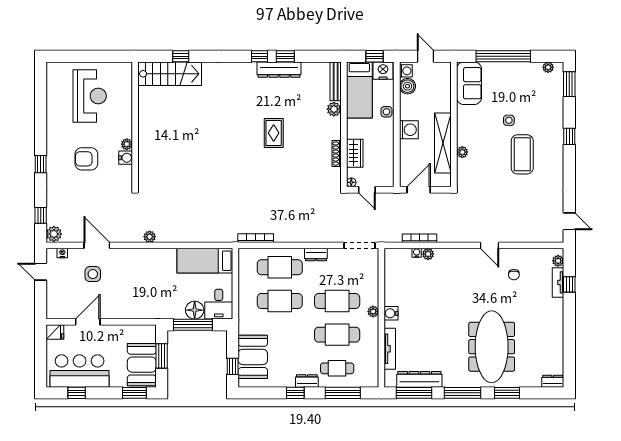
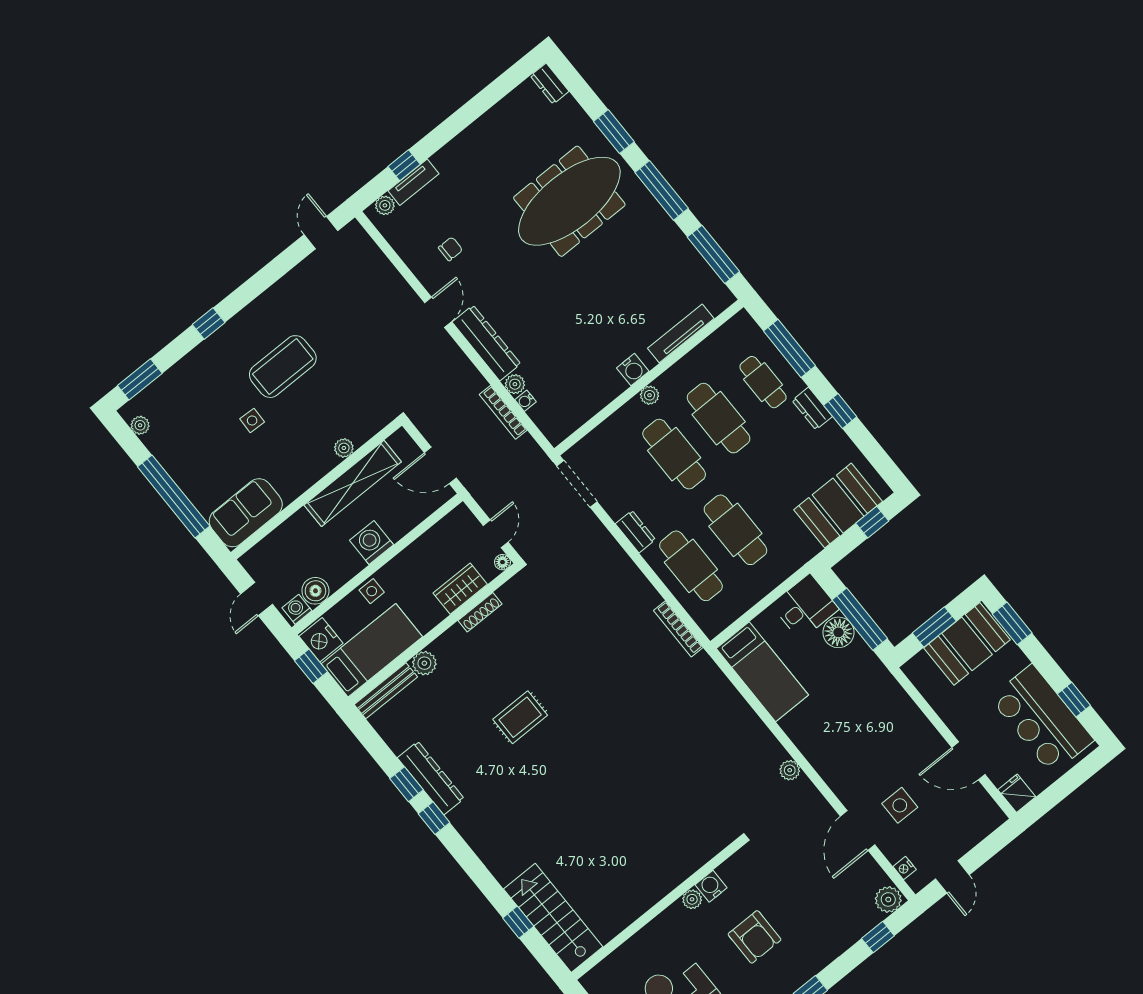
dresser: (419, 379) -> (486, 343), moved, turned 180

